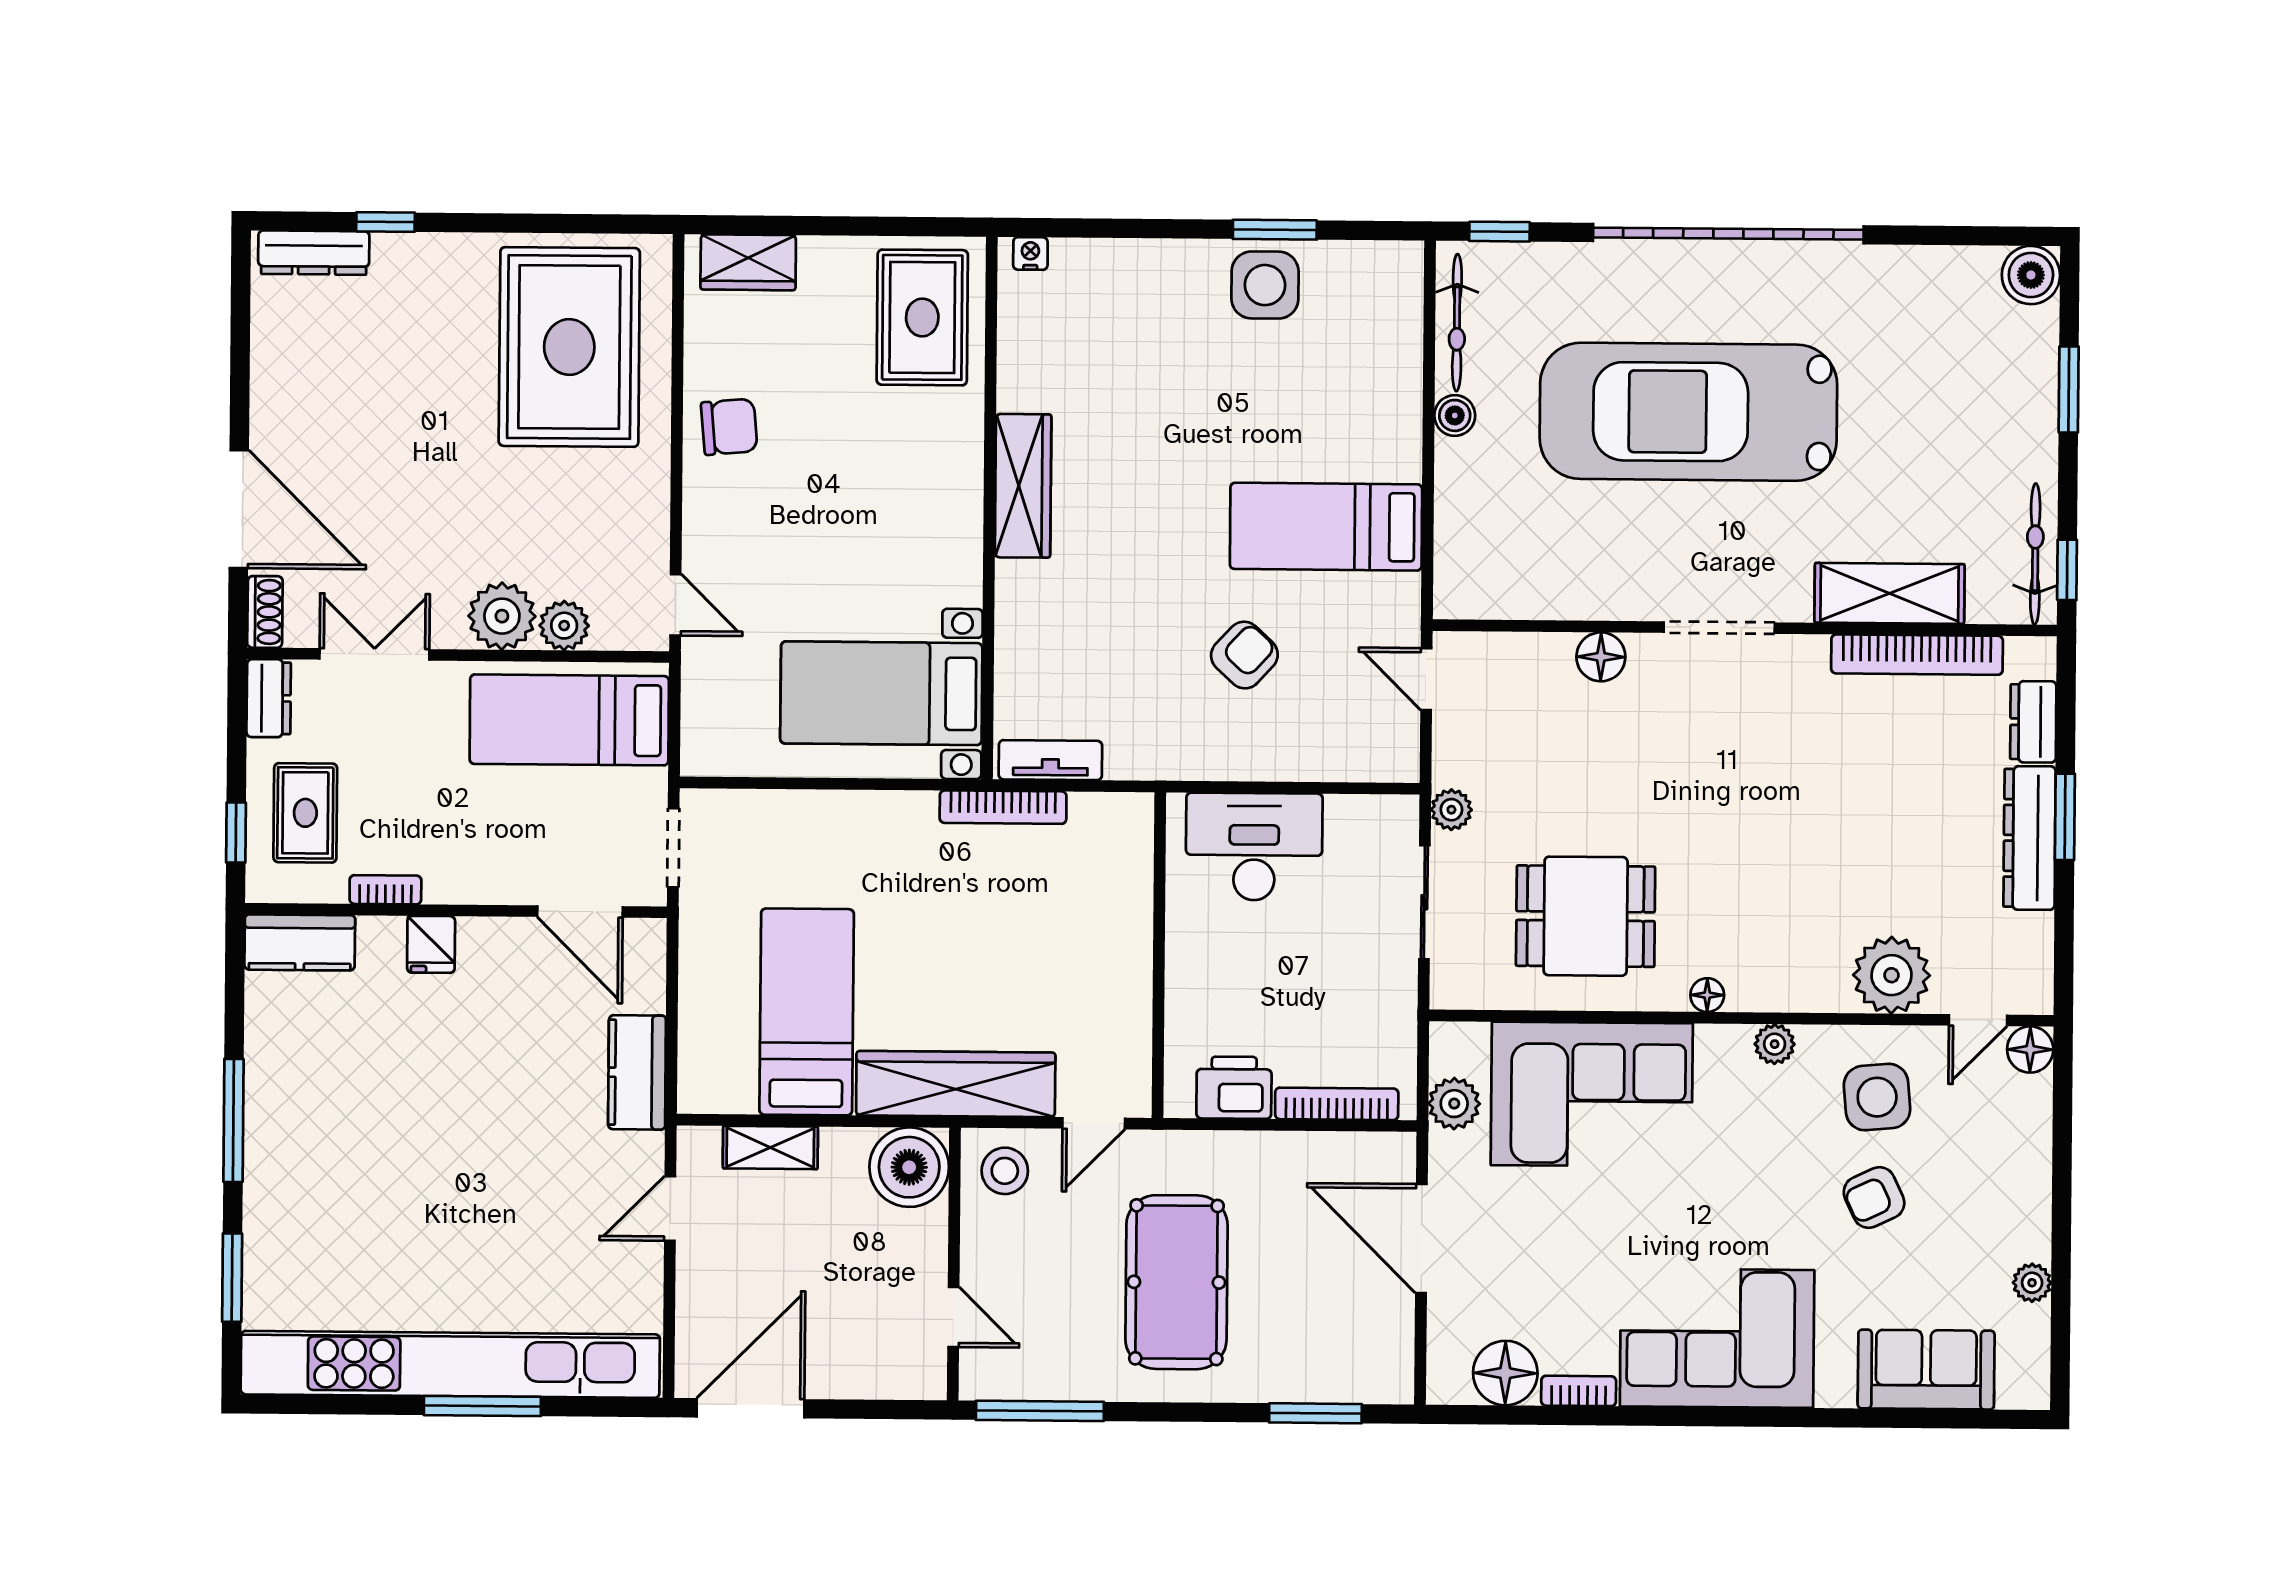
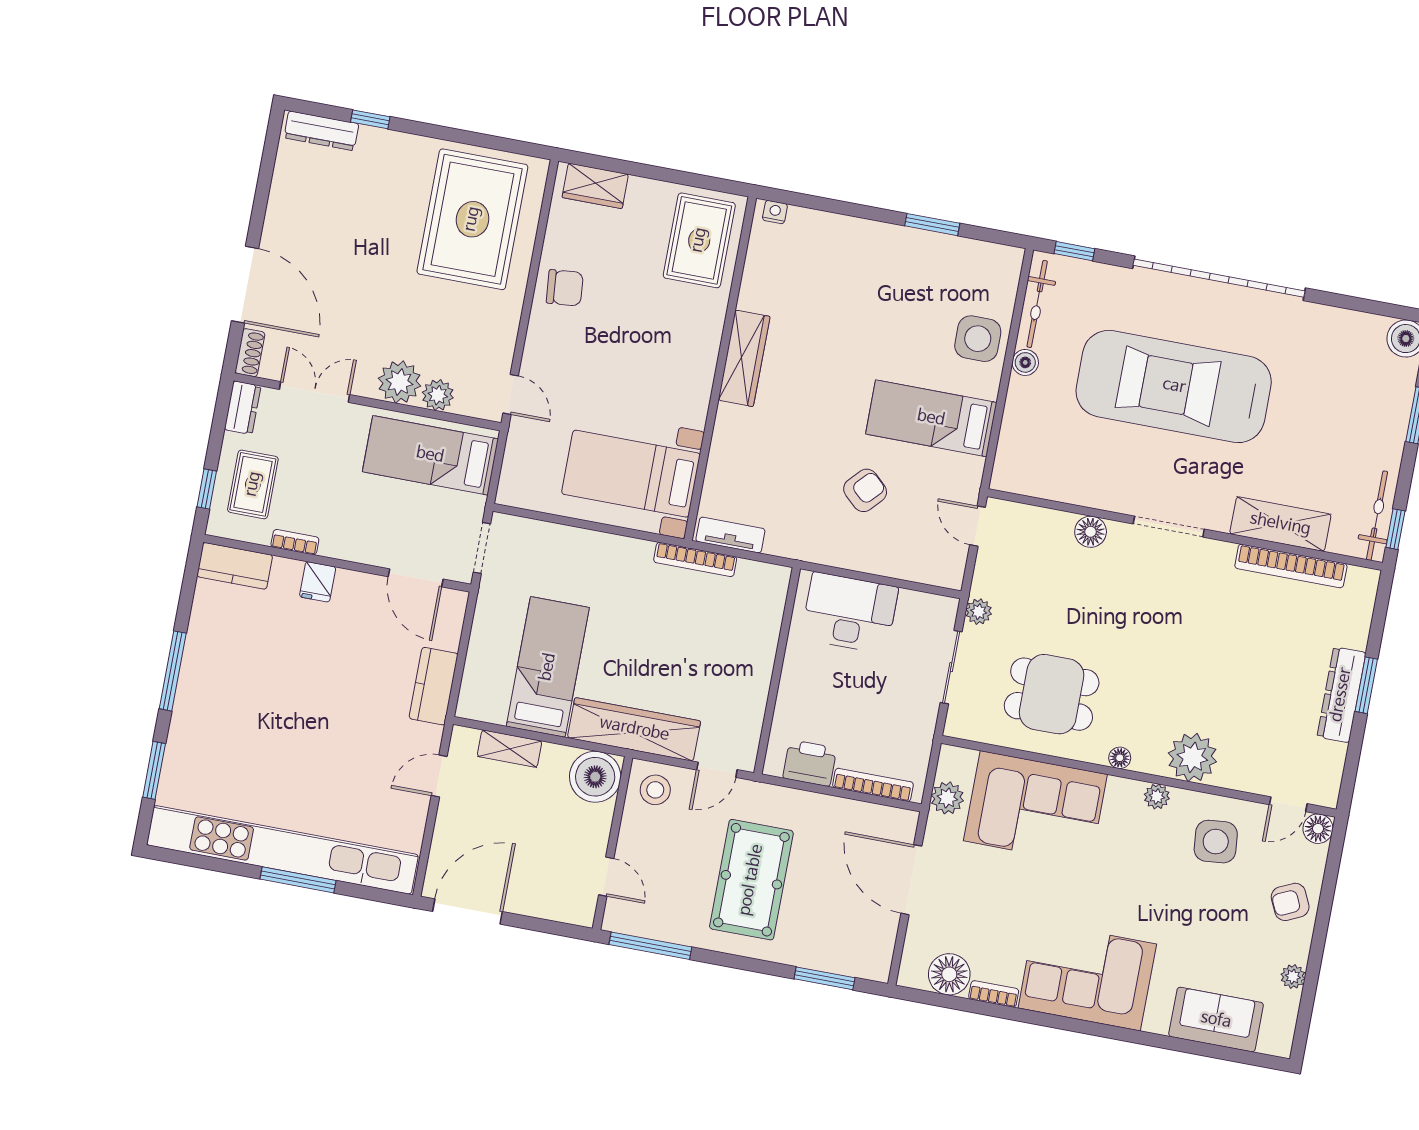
side table: (1265, 285) -> (978, 339), moved
dresser: (2033, 722) -> (1357, 622), removed
plant: (1892, 975) -> (1192, 757), moved
armchair: (1874, 1197) -> (1290, 902), moved

